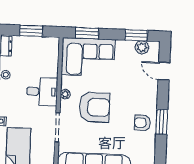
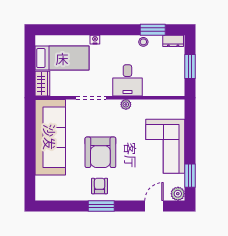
window: (87, 33) -> (190, 124), removed
plant: (142, 47) -> (178, 194), moved
corner sofa: (88, 57) -> (165, 146), moved
armchair: (94, 107) -> (100, 152), moved

